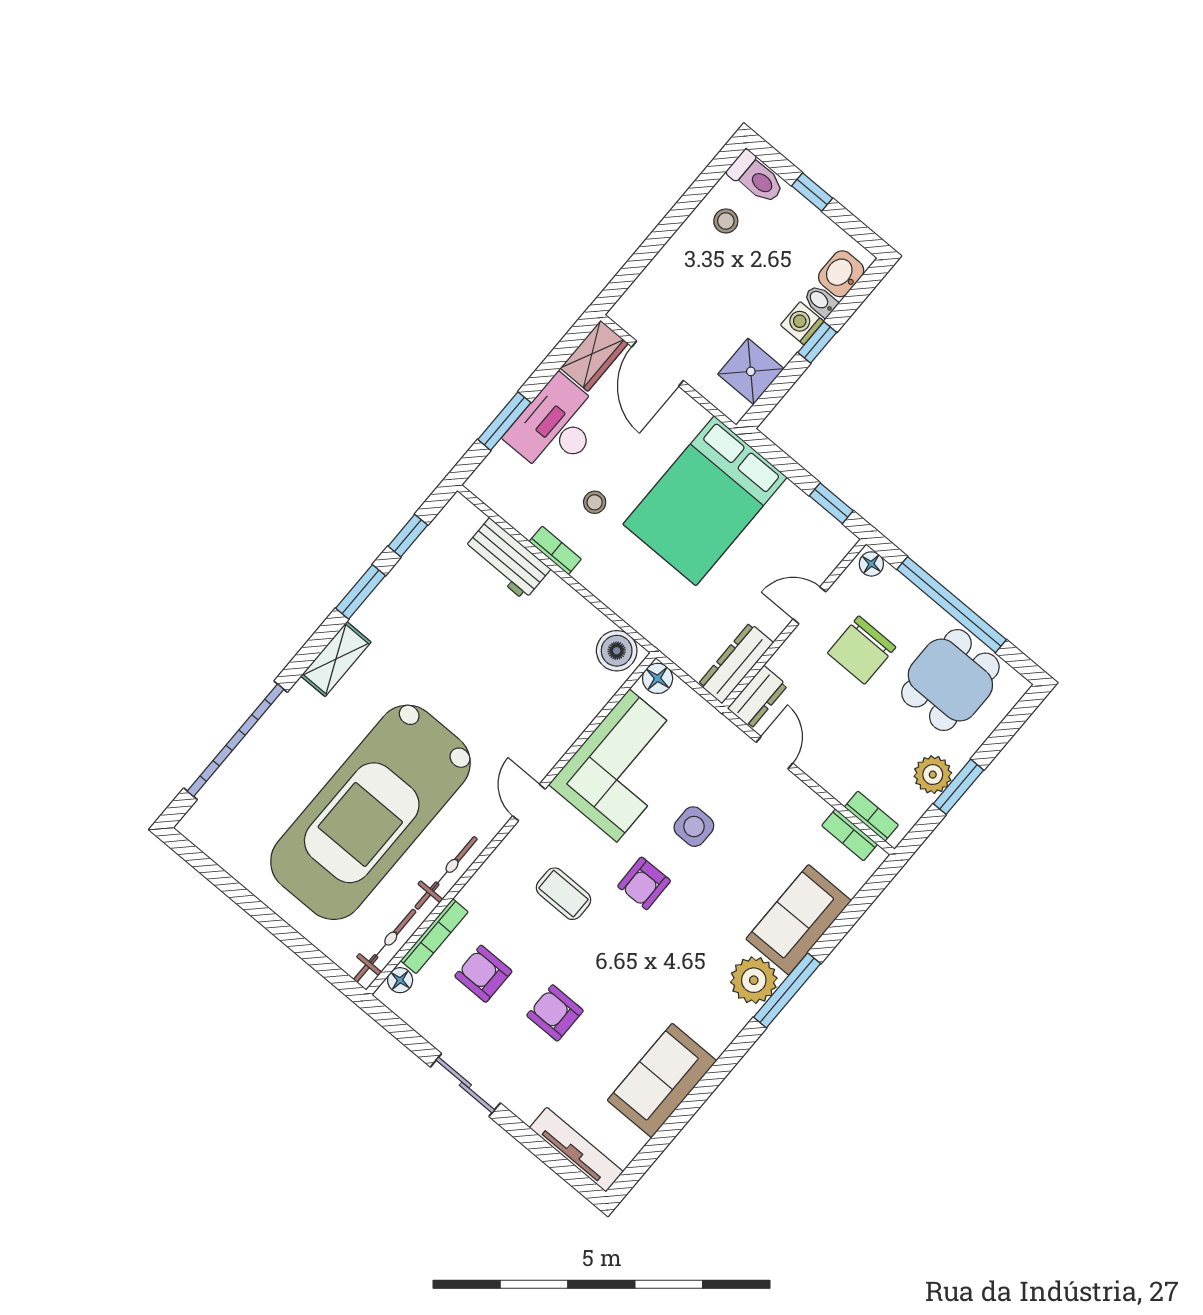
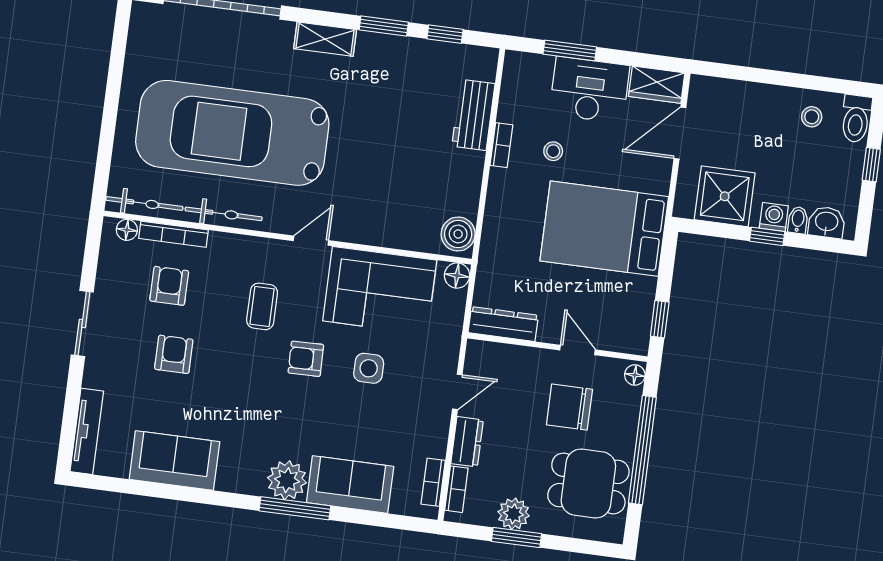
shower: (751, 371) -> (725, 196), width x1.36, depth x1.36
dresser: (758, 697) -> (467, 442), moved, turned -90

